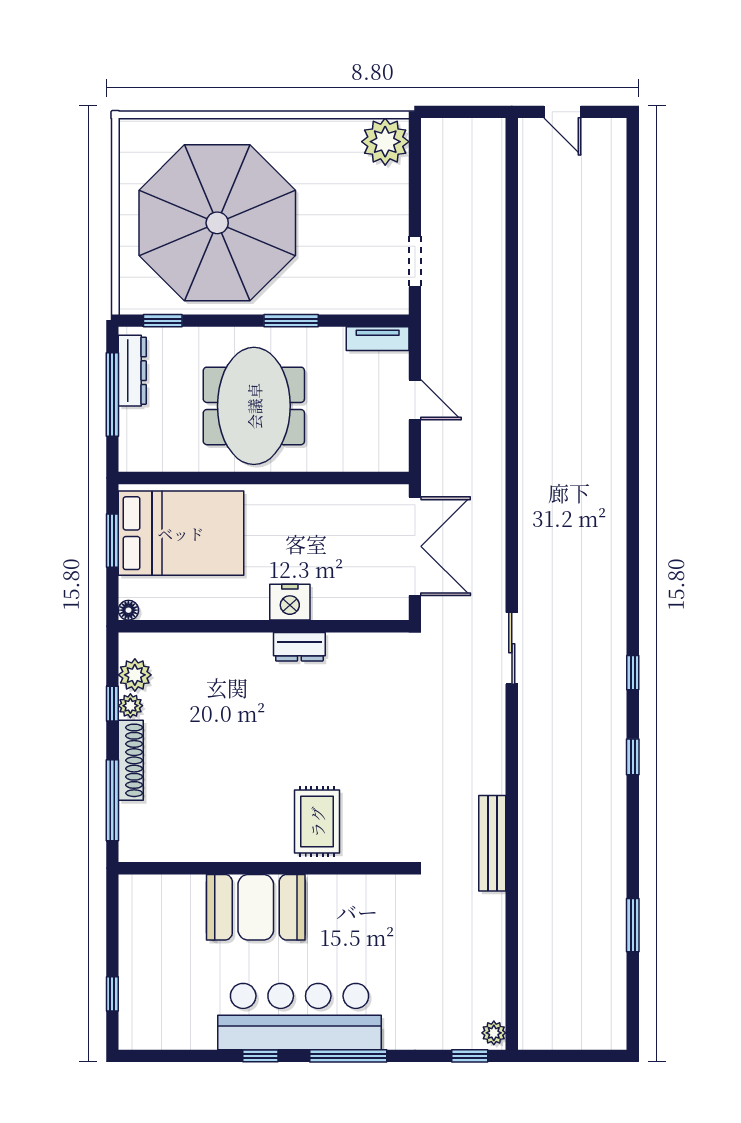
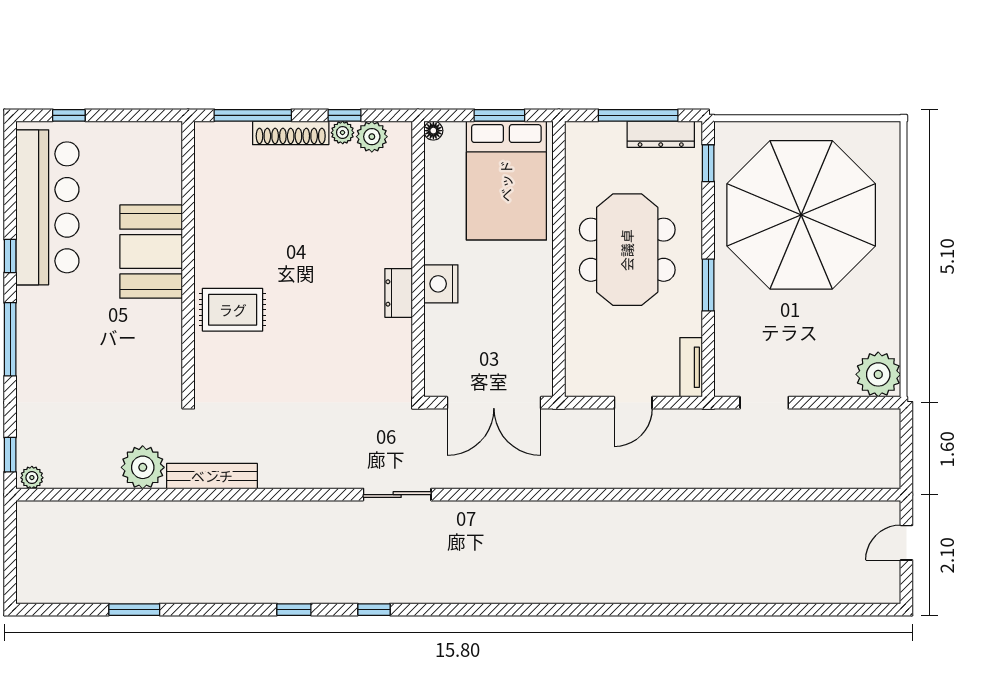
meeting table: (254, 406) -> (627, 250), turned 90
plant: (483, 916) -> (143, 467), added
bar counter: (299, 1017) -> (47, 207), moved

